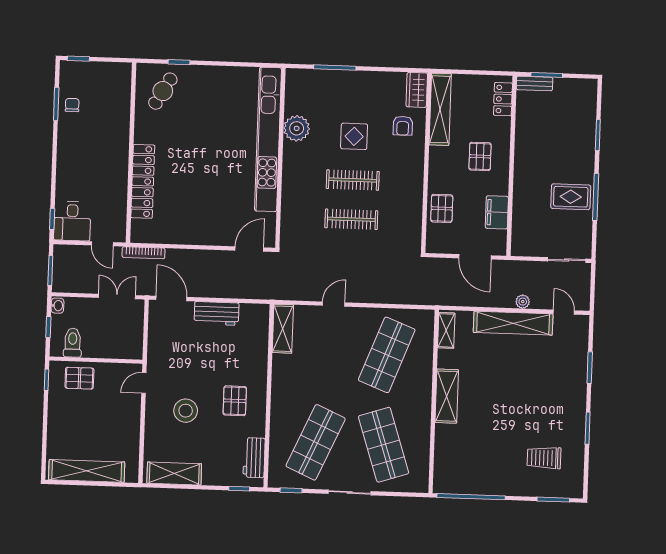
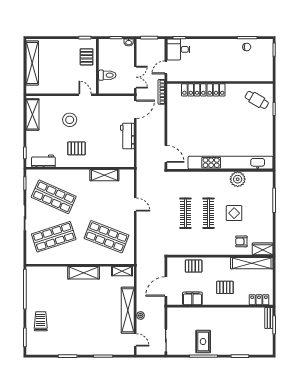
door: (564, 312) -> (135, 340), hinge flipped
shelving: (283, 329) -> (104, 175), moved
toilet: (73, 343) -> (107, 75), moved
trolley: (544, 458) -> (41, 321), moved

